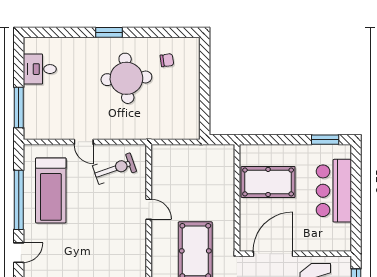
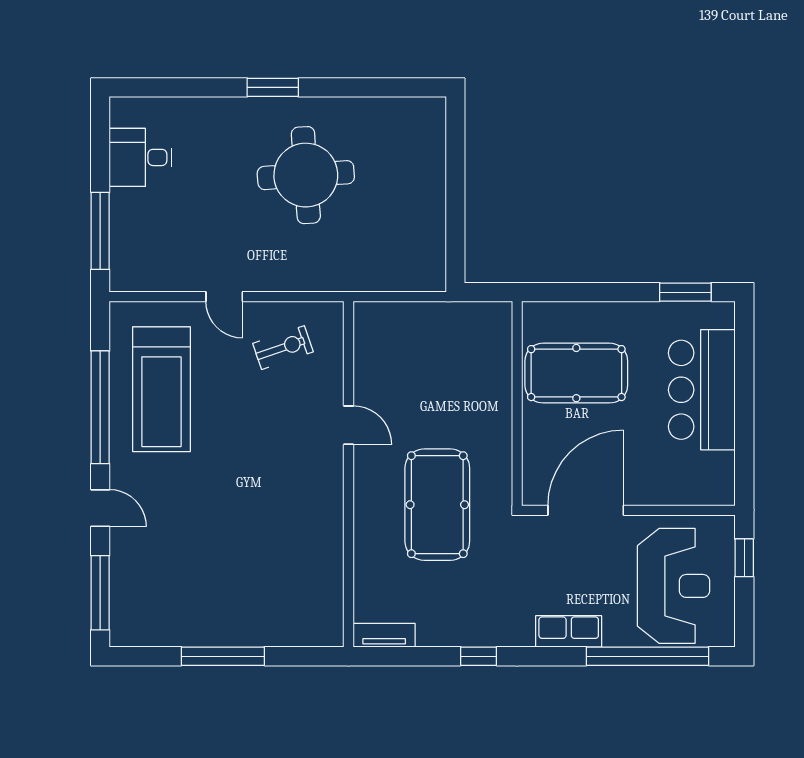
chair: (167, 60) -> (383, 141), removed
exercise bike: (114, 169) -> (283, 348), width x0.73, depth x0.72
door: (19, 253) -> (100, 508), hinge flipped

